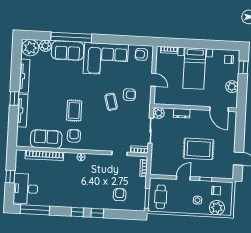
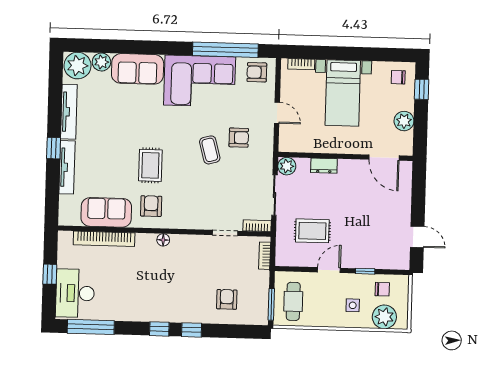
window: (71, 37) -> (225, 50), moved
rug: (199, 149) -> (312, 231), moved, width x0.73, depth x0.70

